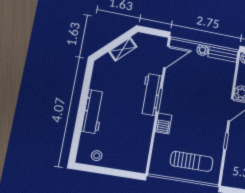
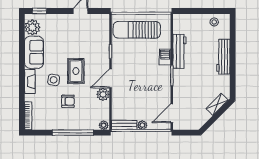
shelving: (123, 49) -> (217, 104), moved
workbench: (151, 94) -> (179, 51), moved
sun lounger: (192, 161) -> (137, 30), width x1.36, depth x1.34

